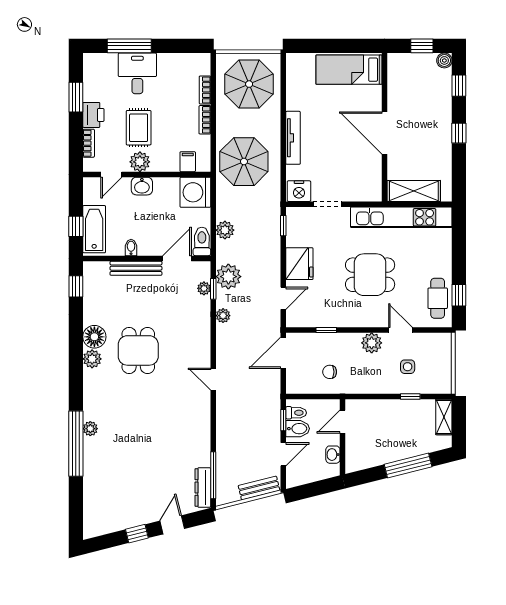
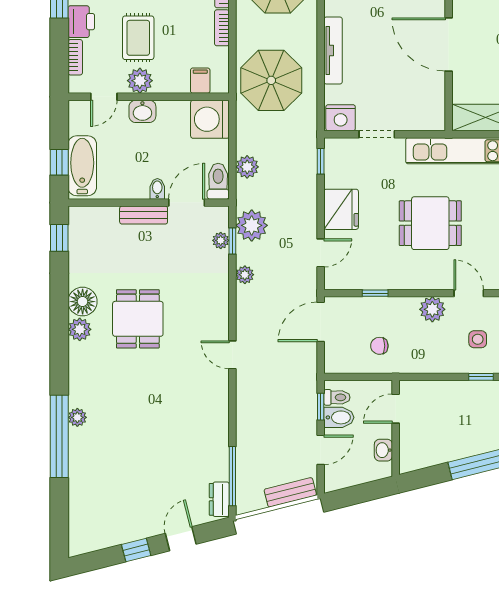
bidet: (131, 247) -> (157, 189), moved
bench: (136, 268) -> (144, 215), width x0.73
dresser: (203, 487) -> (219, 499), width x0.70

